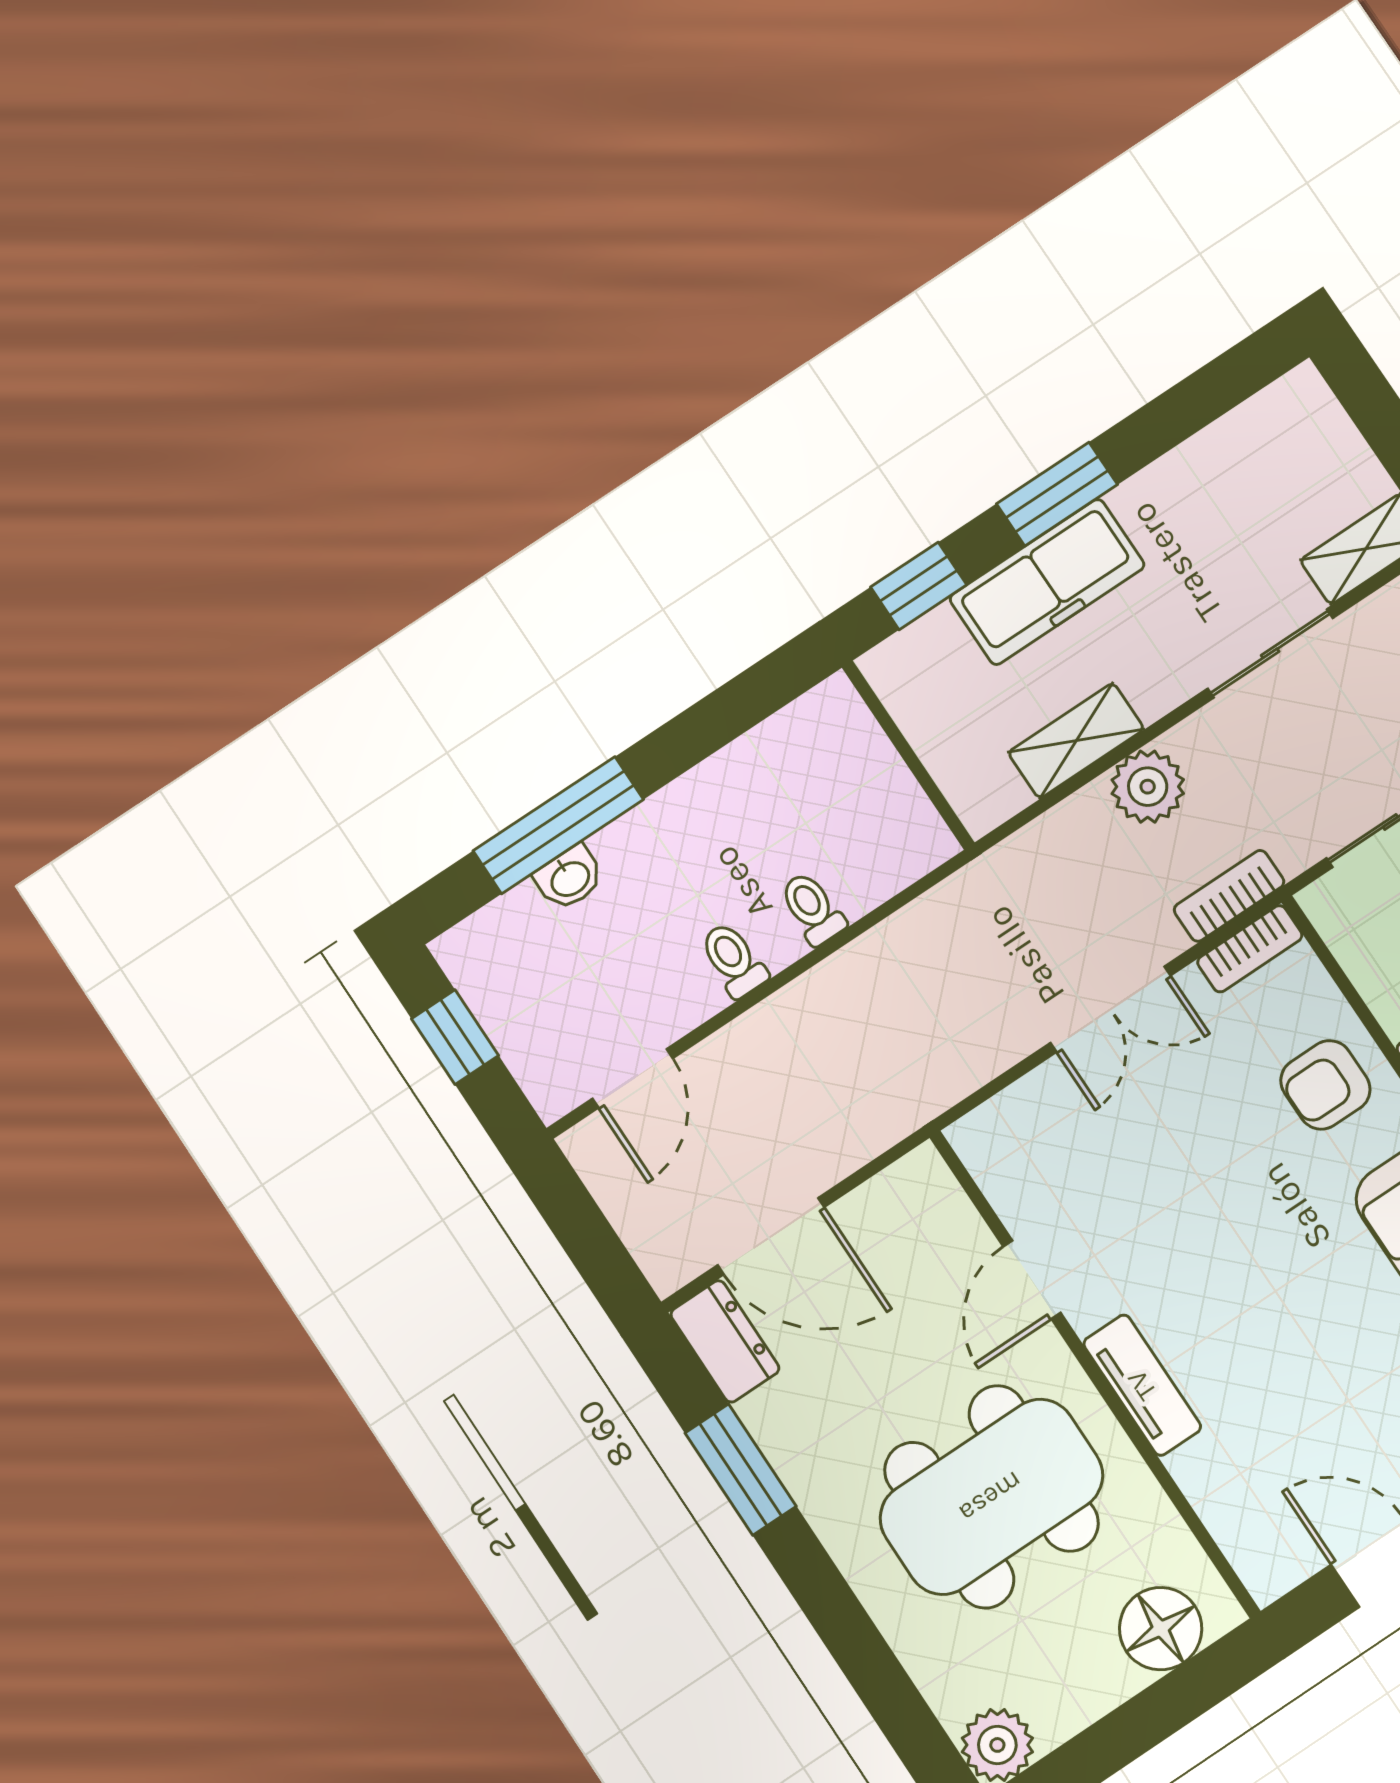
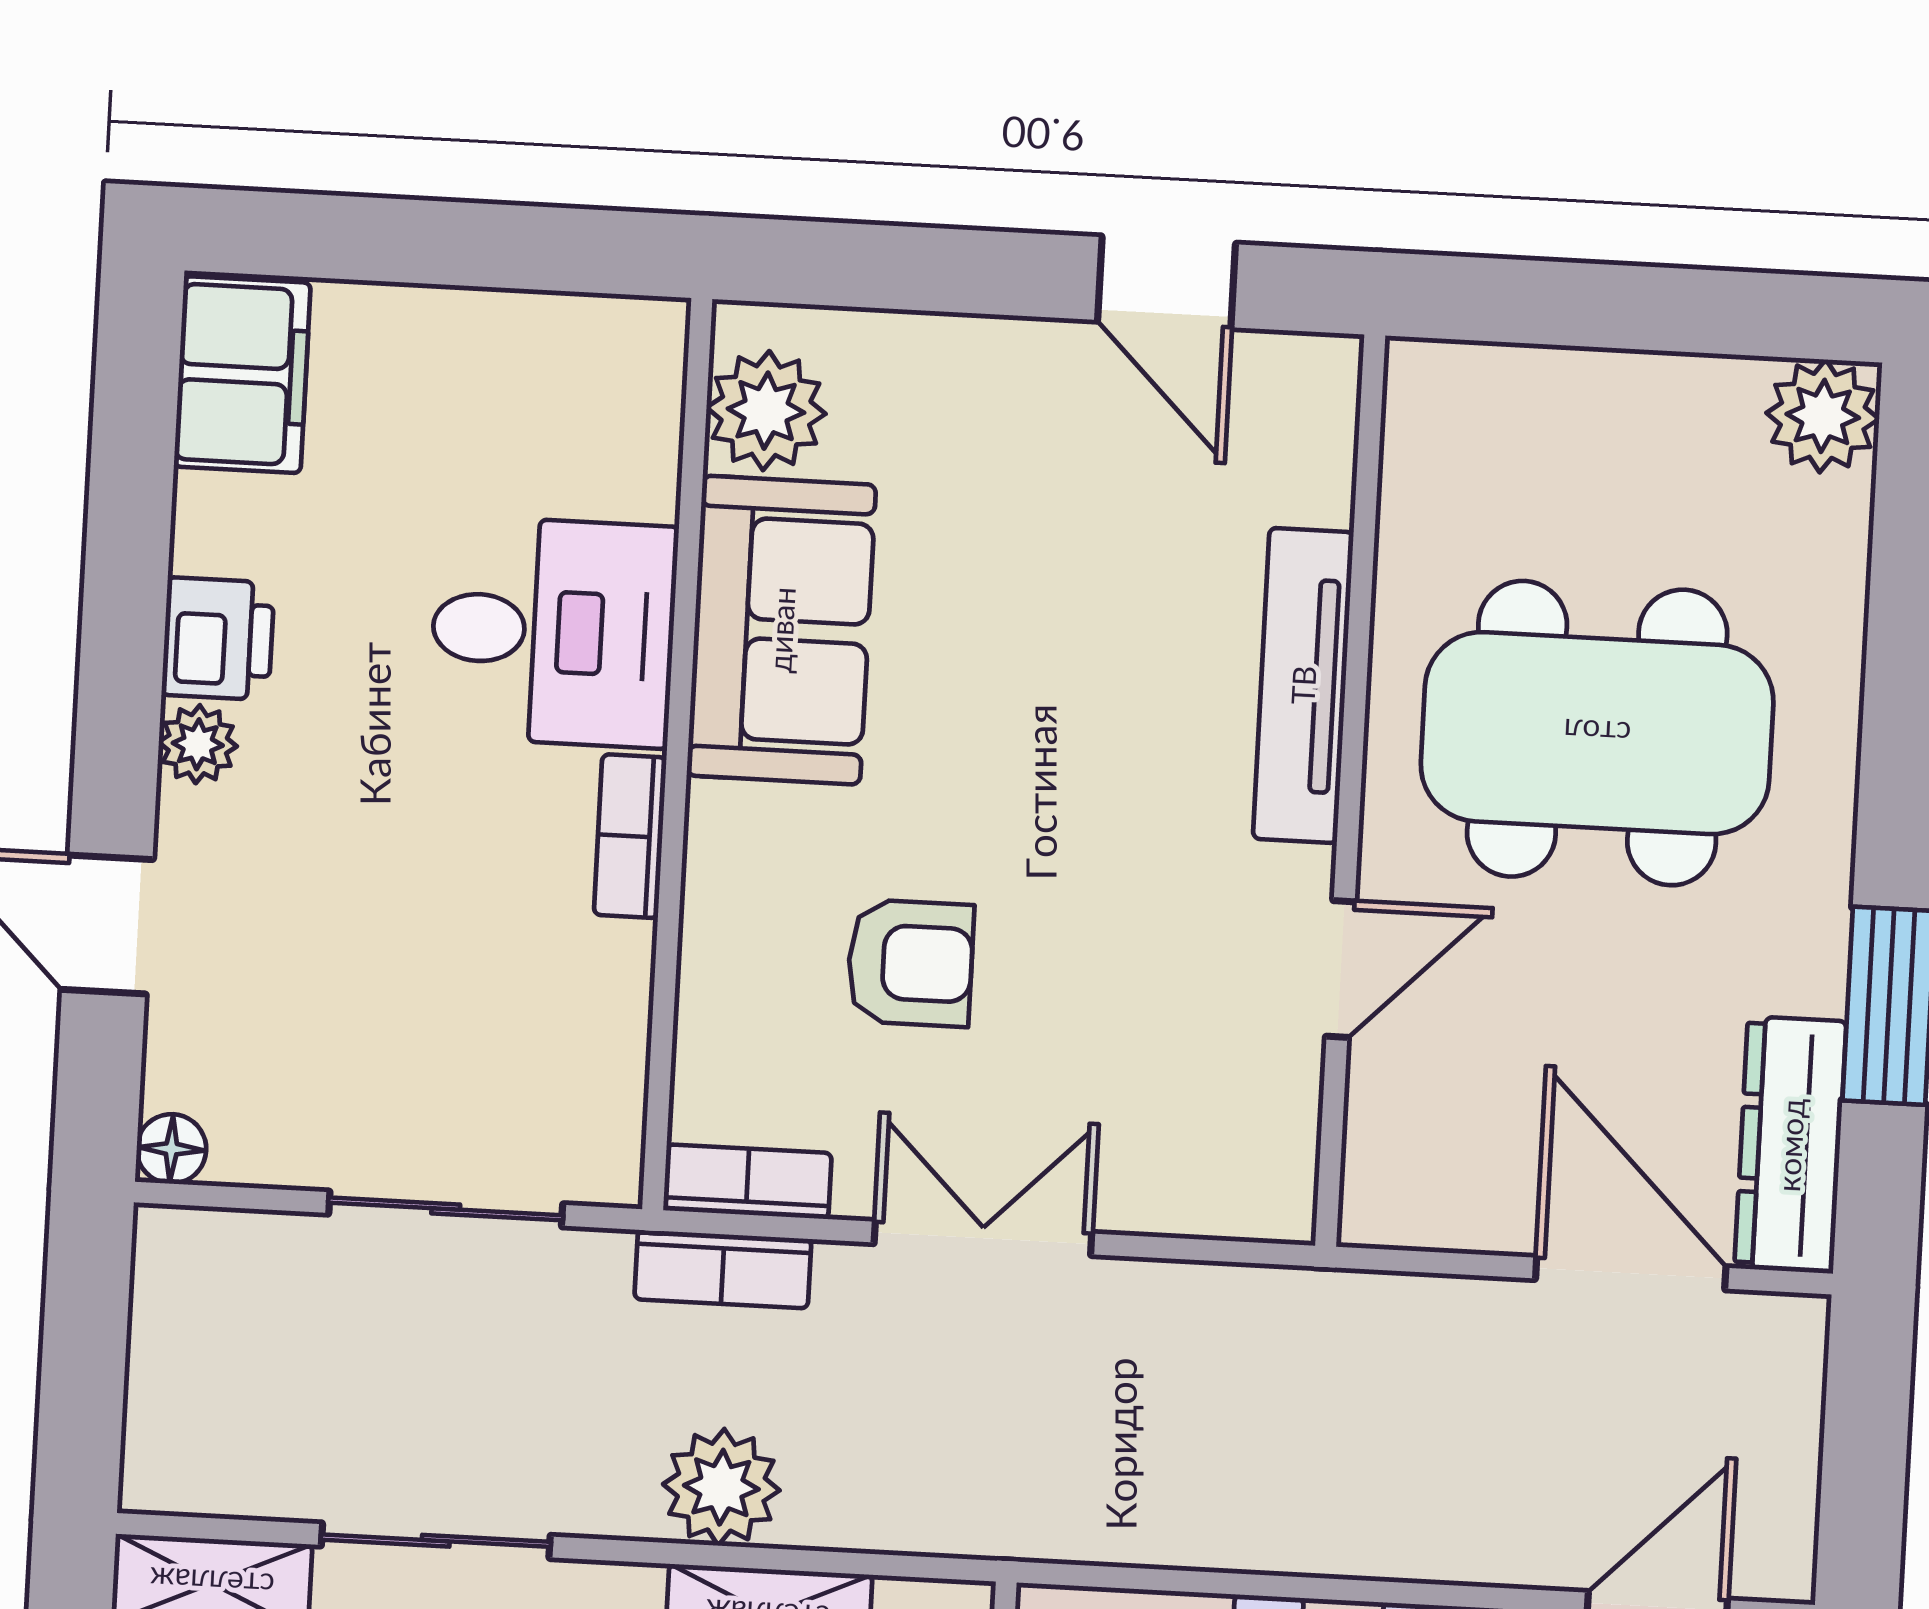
armchair: (1325, 1085) -> (910, 963), moved
dresser: (725, 1341) -> (1790, 1145), width x1.44
tv unit: (1142, 1385) -> (1303, 685), width x1.41
floor lamp: (1161, 1629) -> (1508, 407), removed

